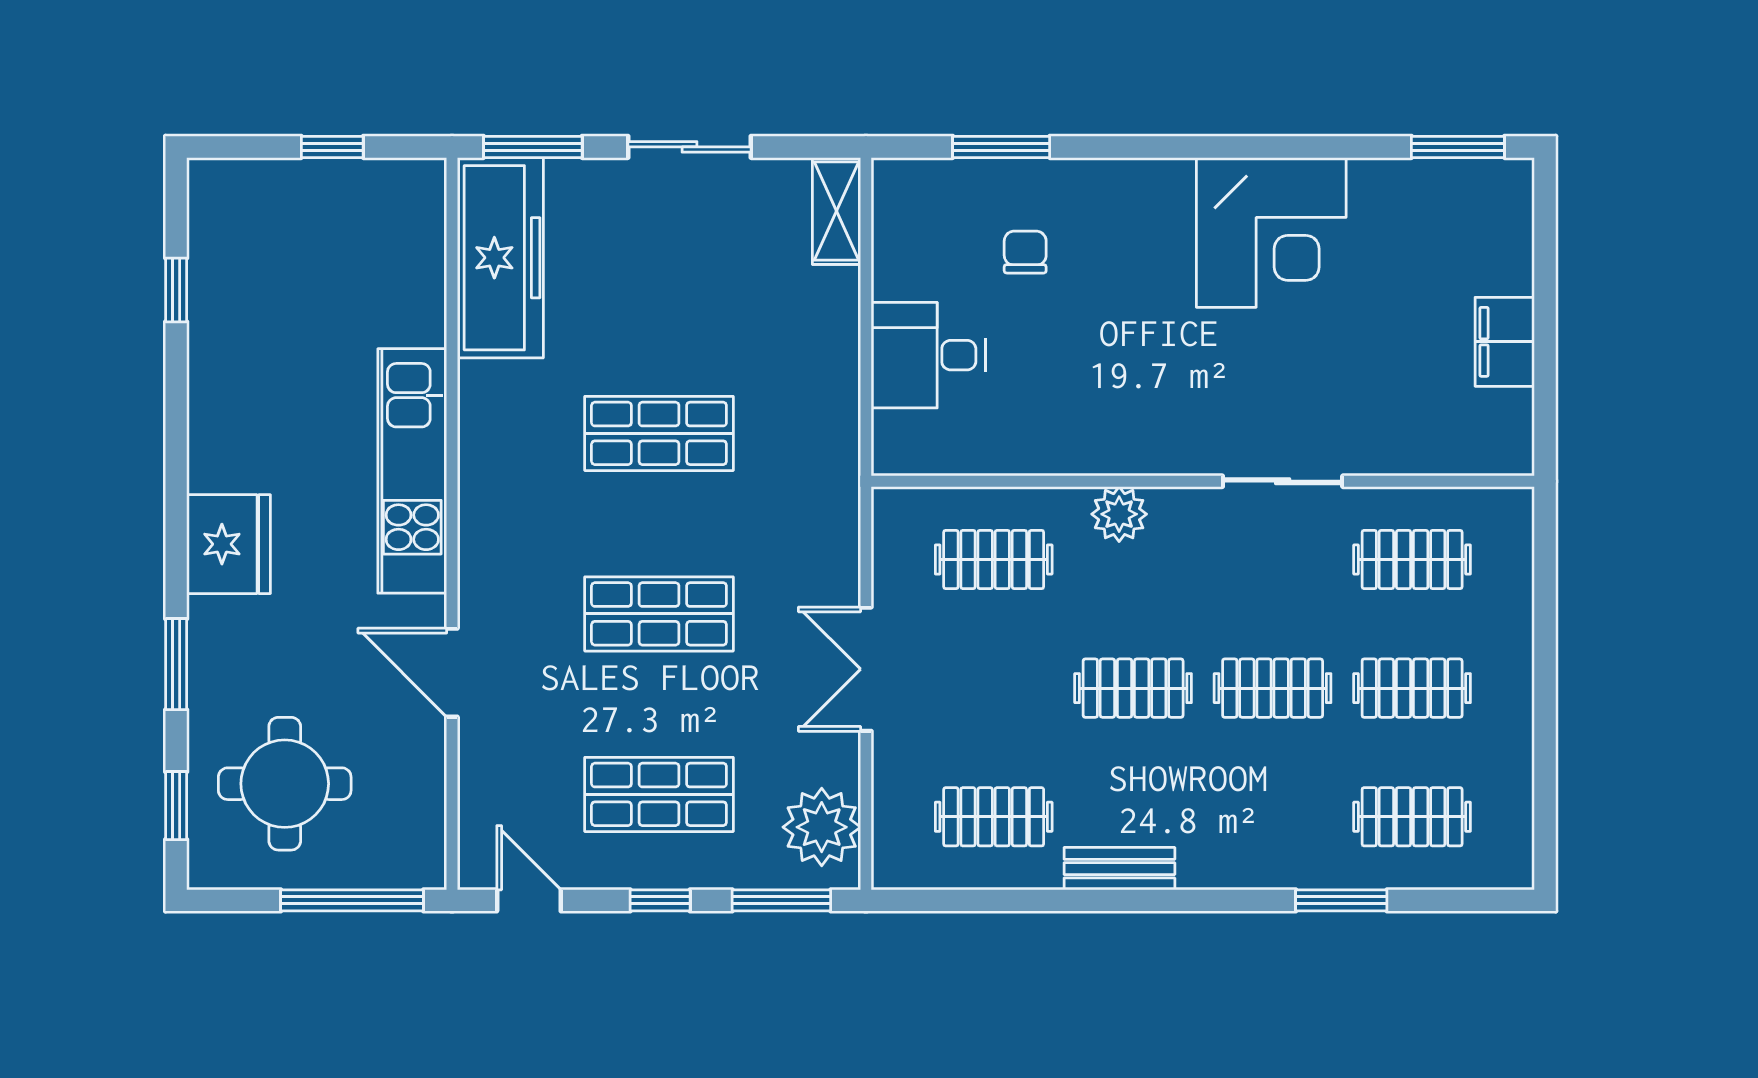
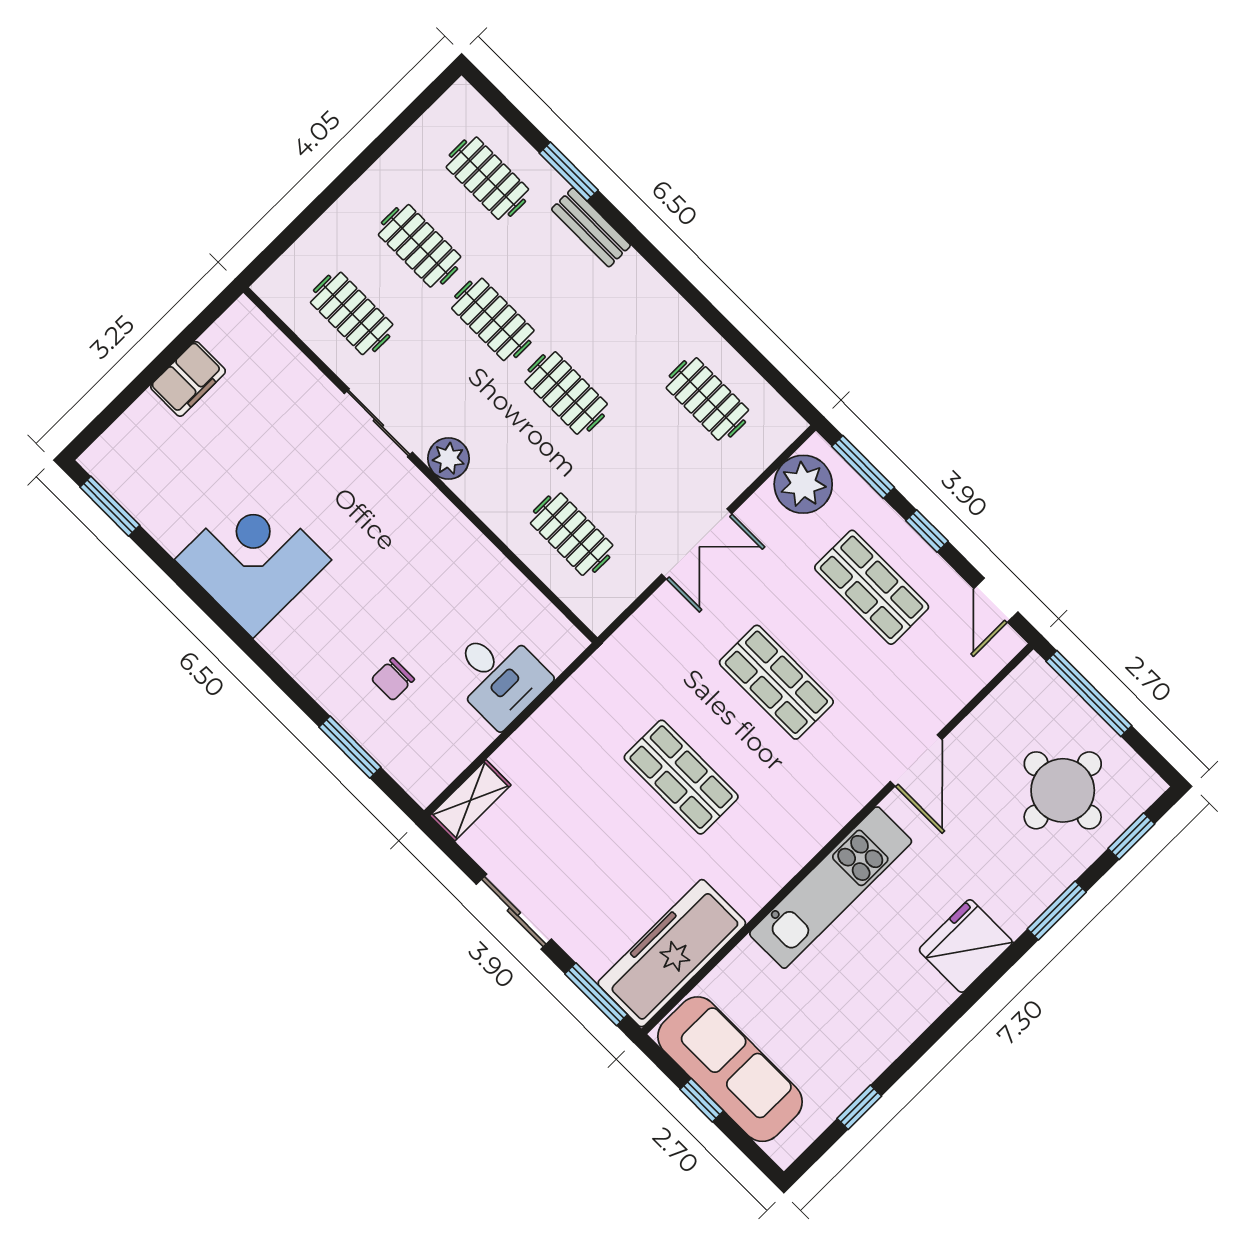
sofa: (335, 203) -> (730, 1069), added
plant: (1119, 514) -> (448, 459), moved
bench: (1119, 869) -> (591, 227), moved

